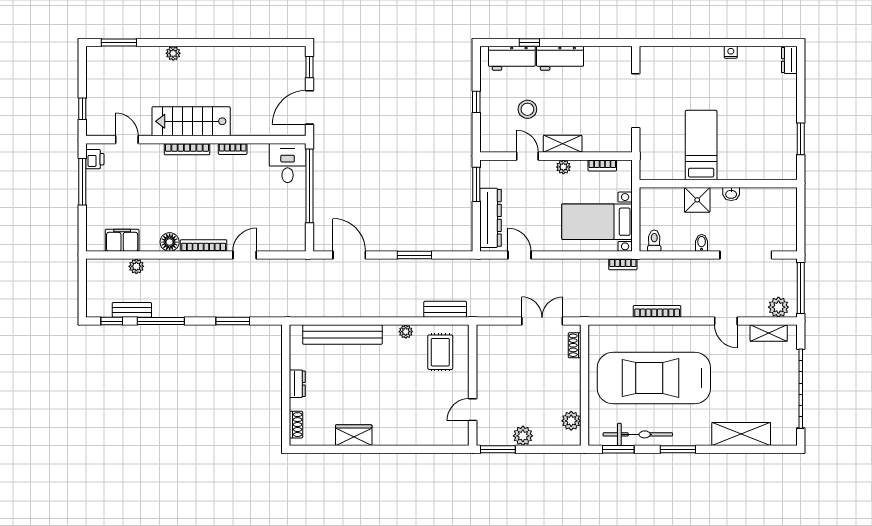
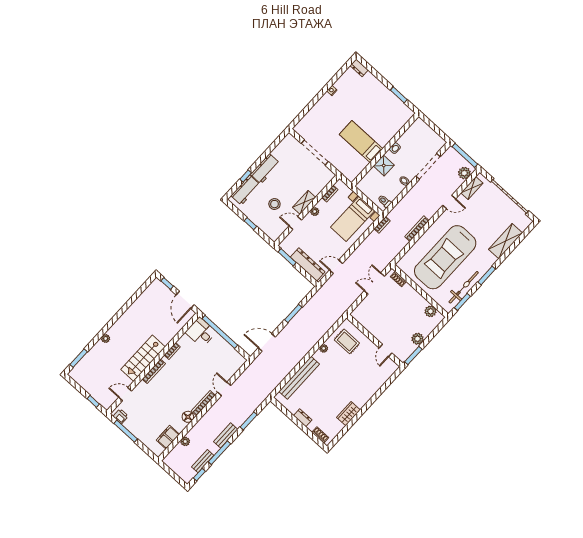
bench: (445, 309) -> (226, 435), moved

